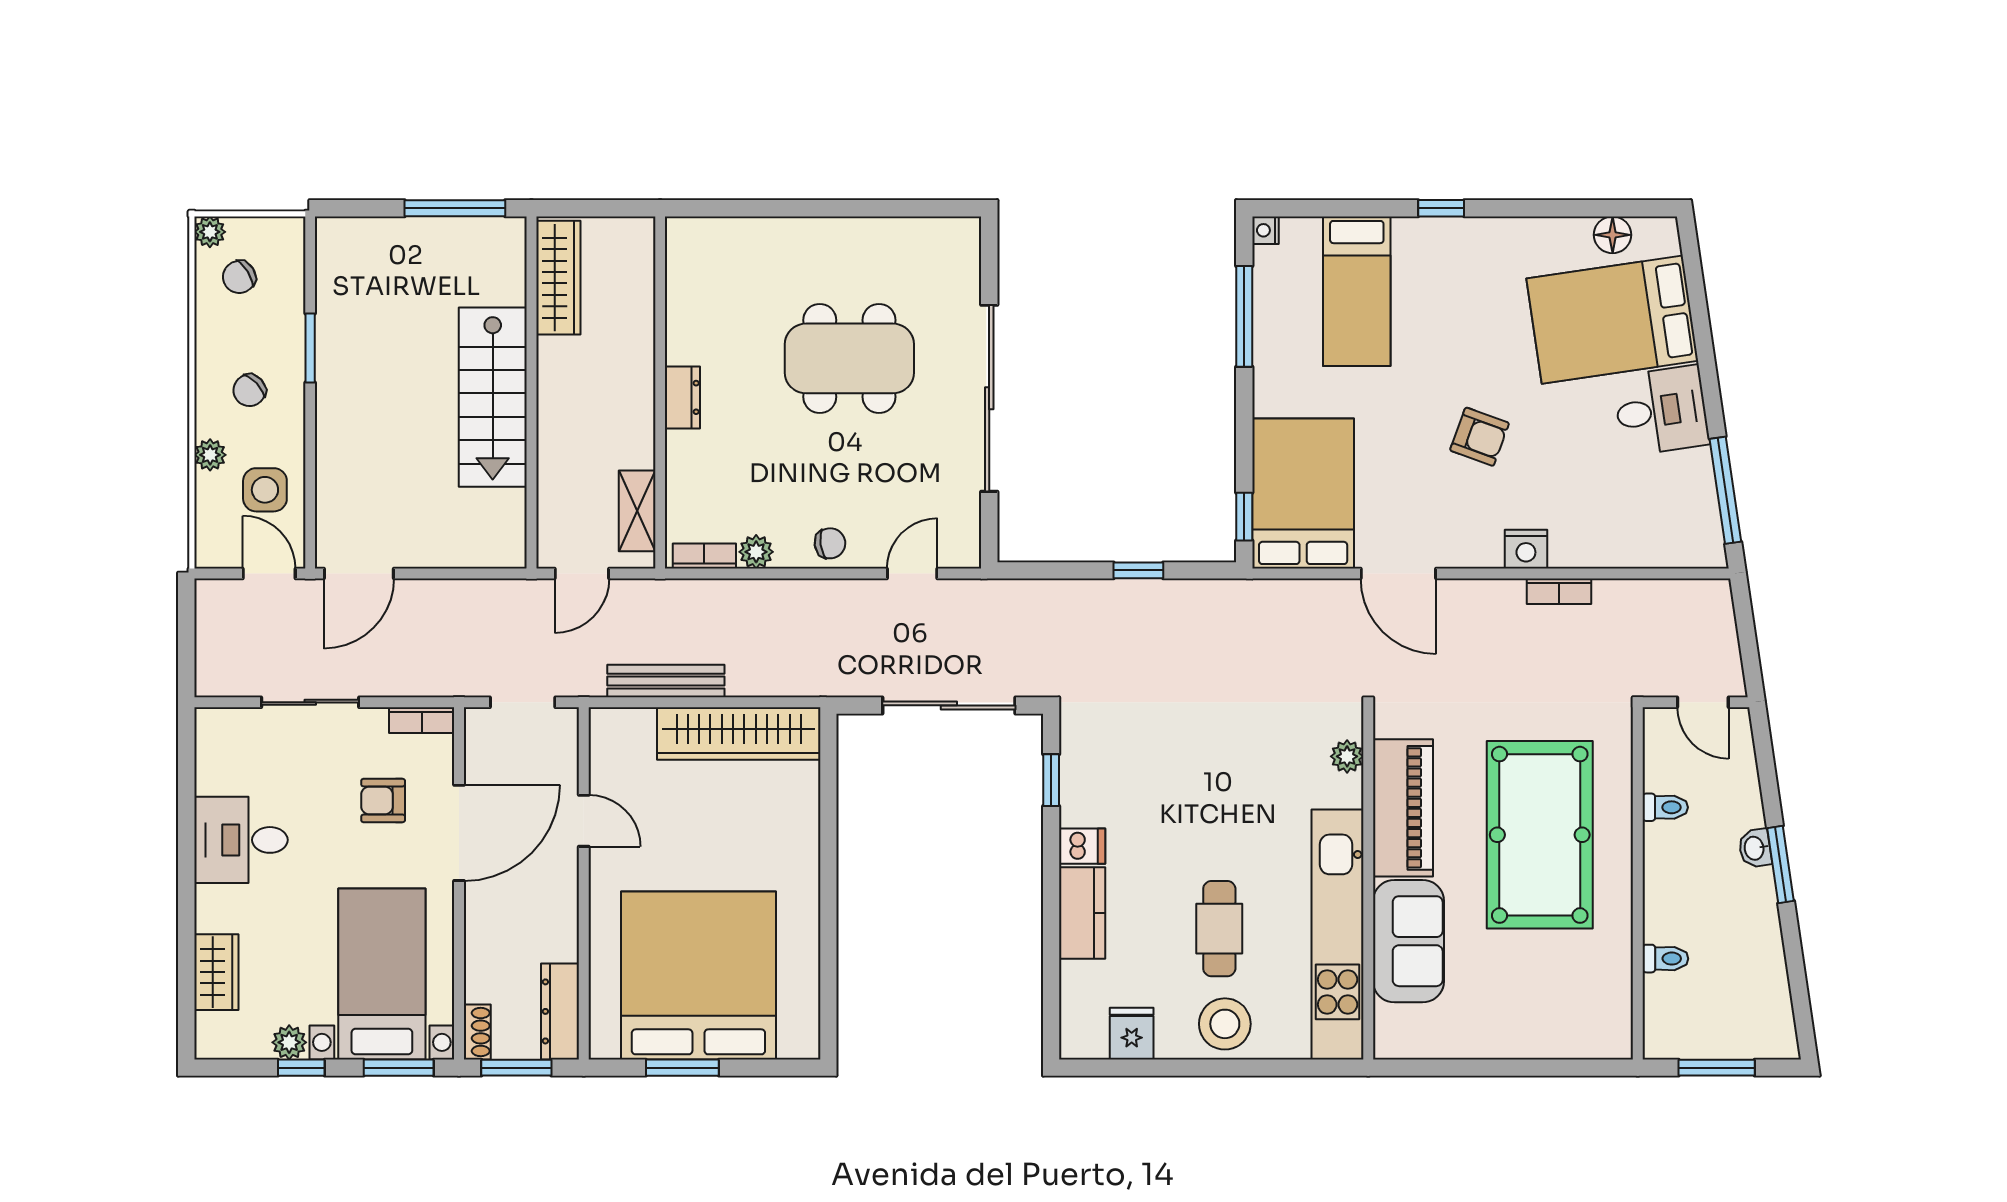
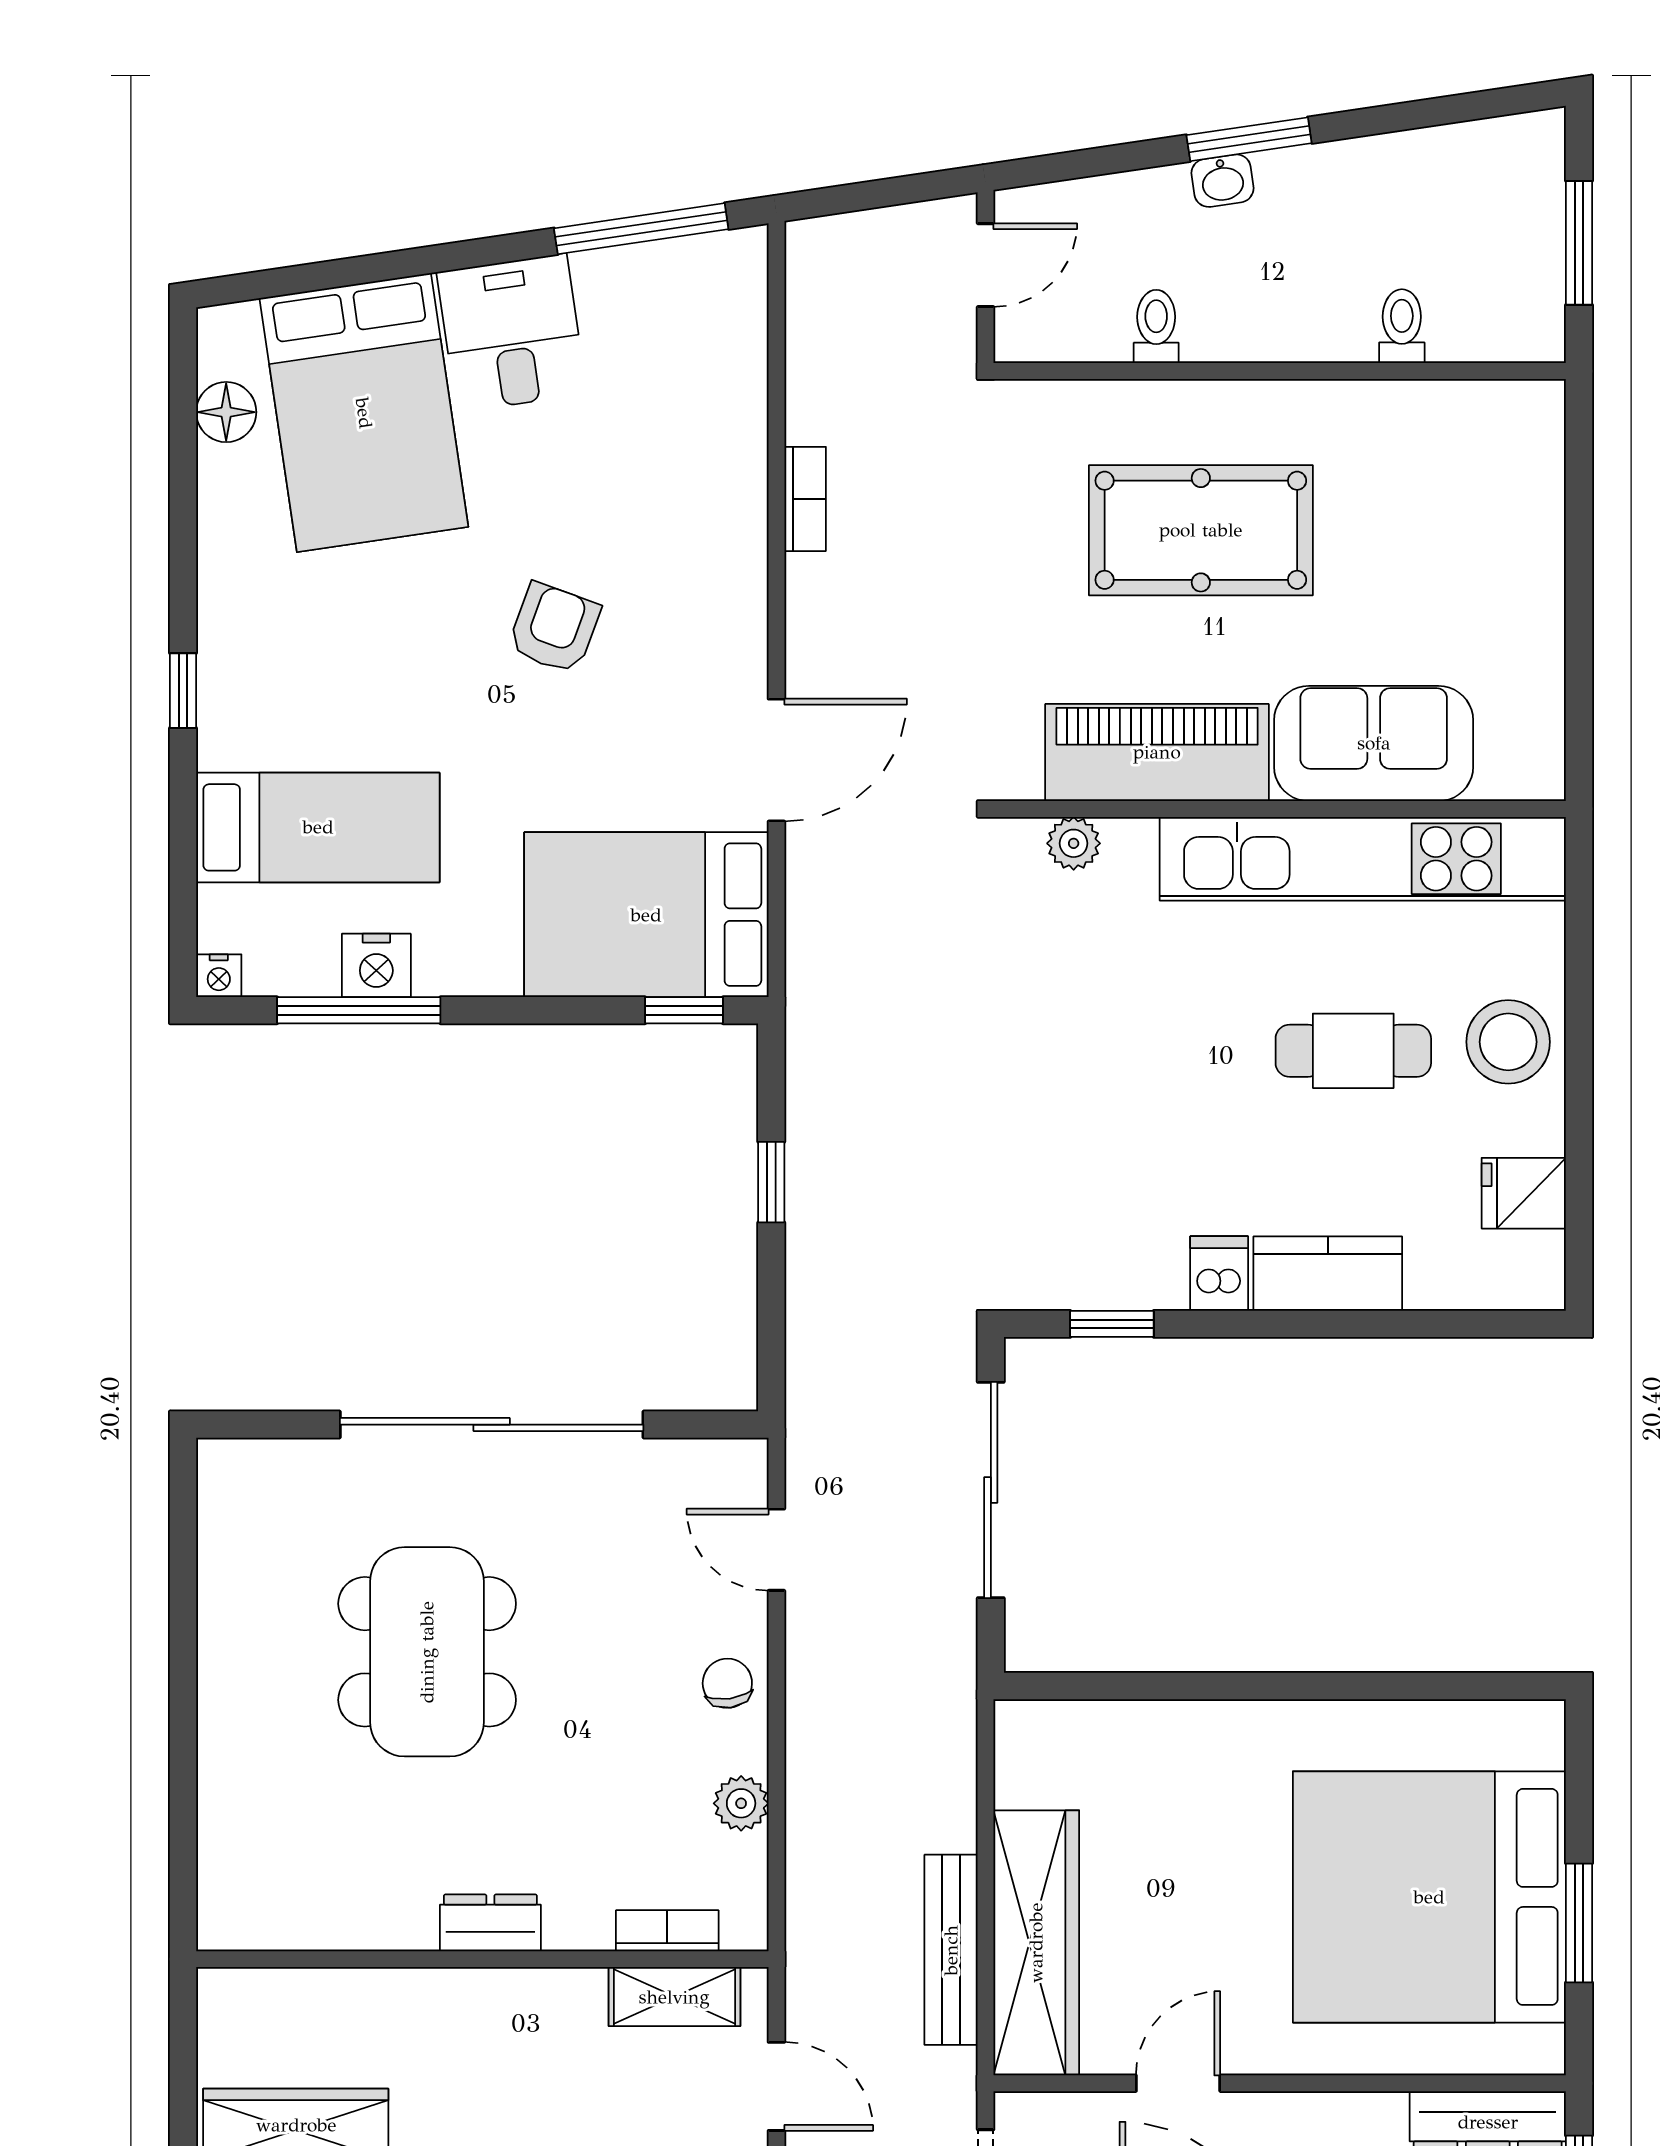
nightstand: (1526, 549) -> (376, 965), moved, turned 90
bookcase: (704, 556) -> (667, 1931), moved, turned 90
wardrobe: (739, 734) -> (1036, 1943), moved
pool table: (1540, 835) -> (1201, 530), width x0.73, depth x0.76

